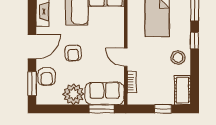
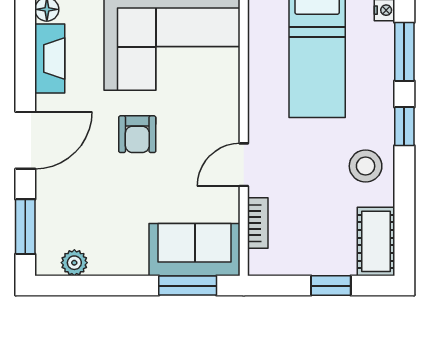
armchair: (73, 53) -> (137, 134), moved
door: (126, 57) -> (244, 165), hinge flipped
armchair: (47, 77) -> (59, 210), removed
plant: (73, 94) -> (74, 263), moved, width x0.53, depth x0.53

